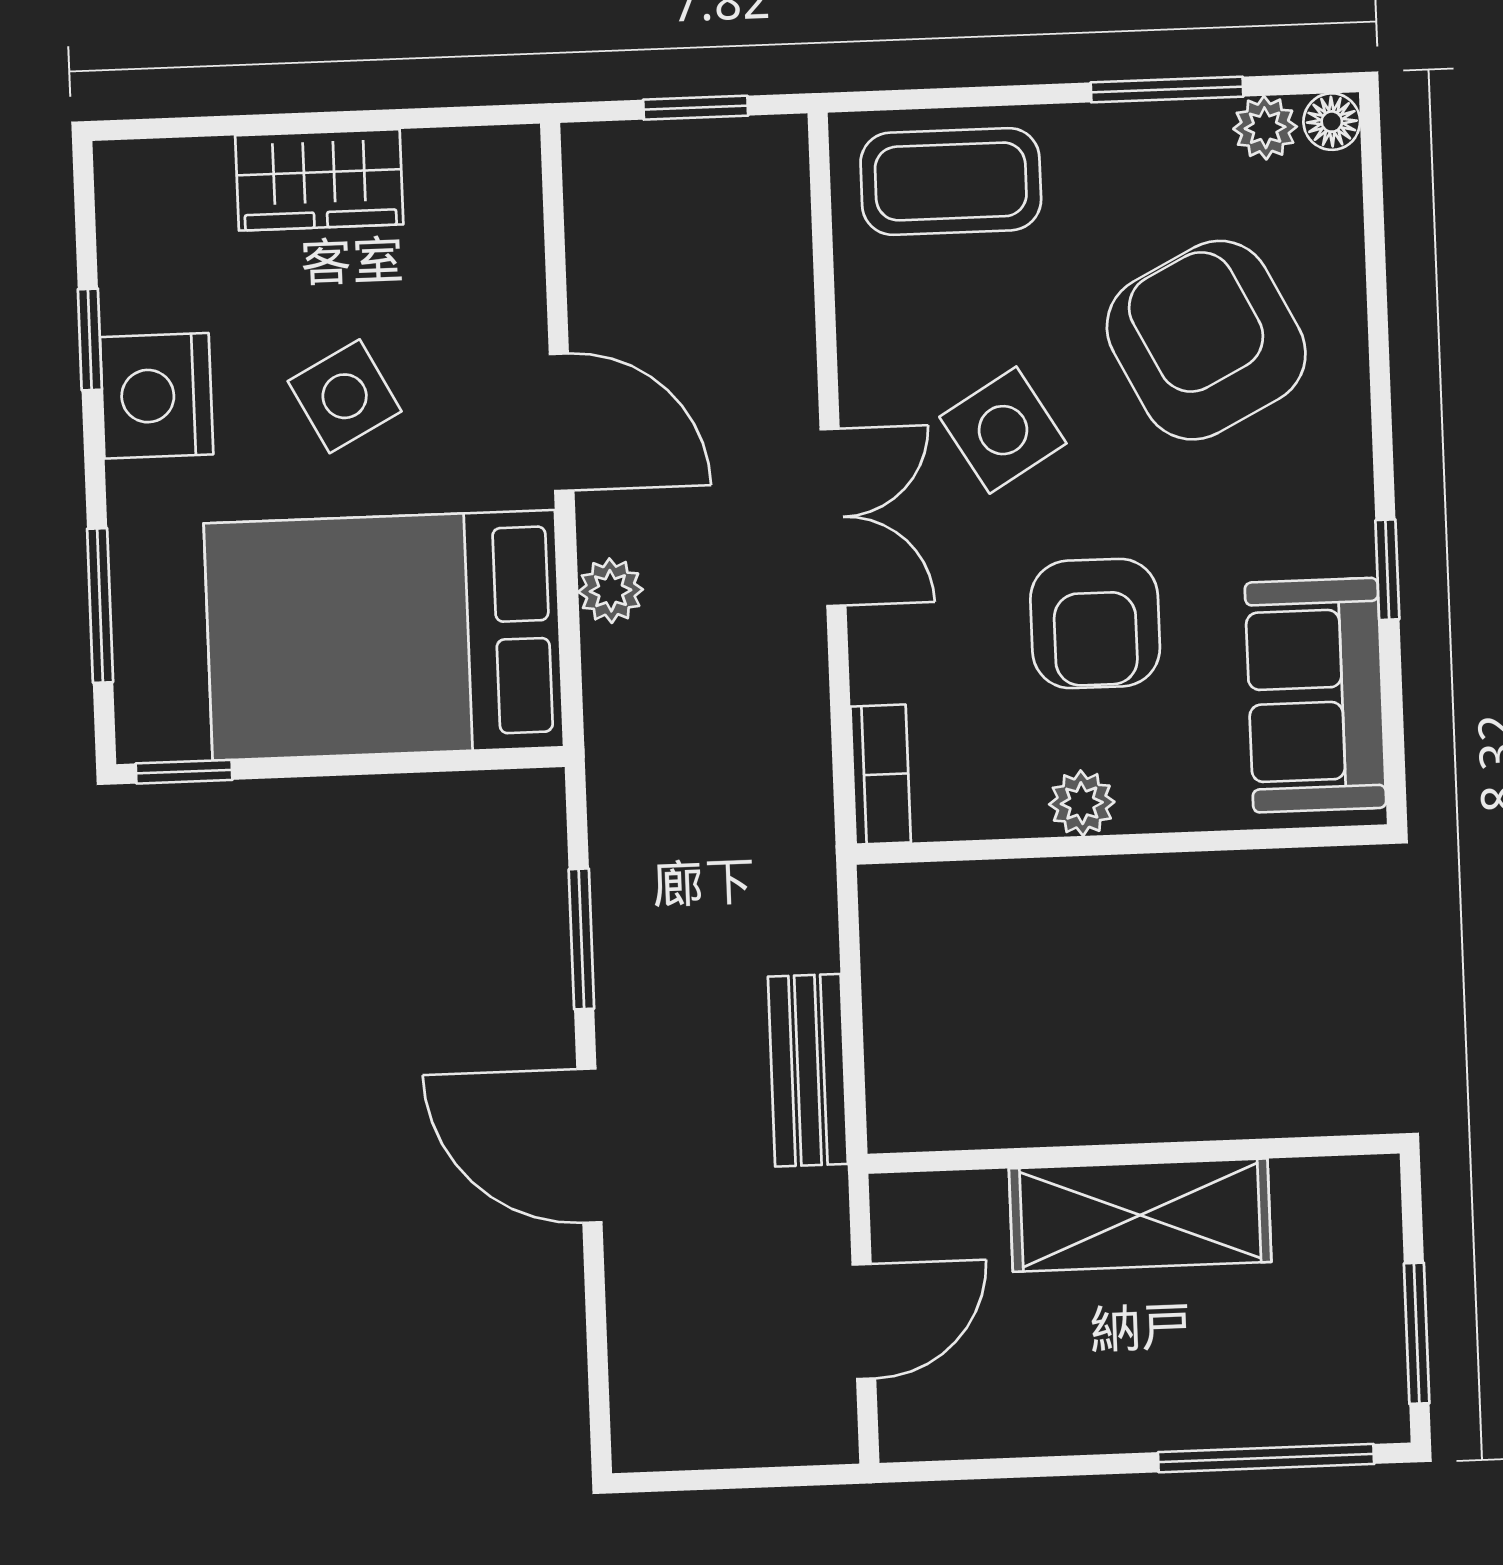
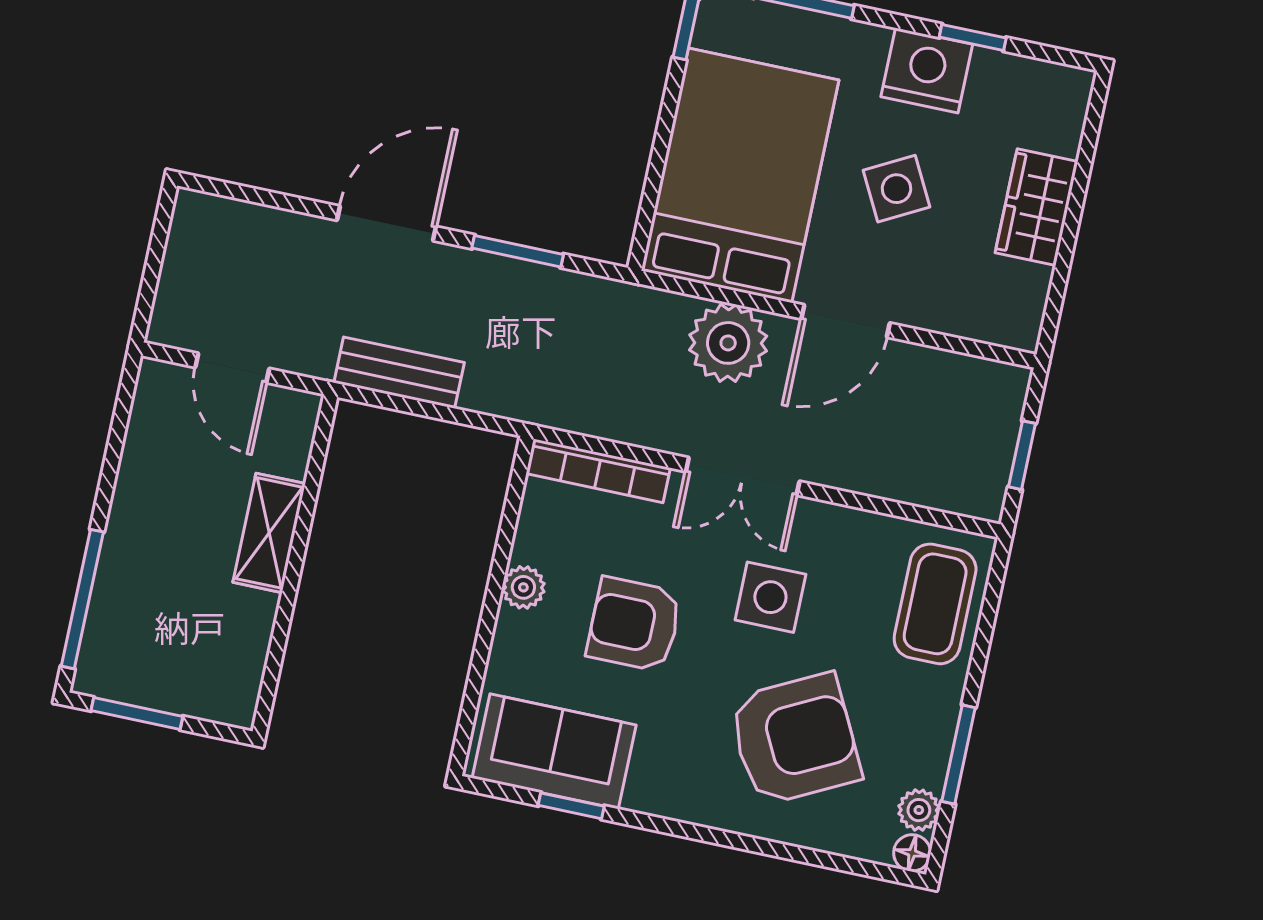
side table: (1003, 430) -> (770, 597), turned 31
window: (1387, 570) -> (571, 806), moved
plant: (611, 591) -> (728, 343), width x1.88, depth x1.88
bookcase: (881, 774) -> (598, 471), width x1.56
shelving: (1140, 1215) -> (269, 533), width x0.67, depth x0.75

